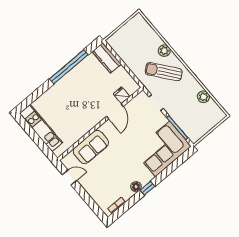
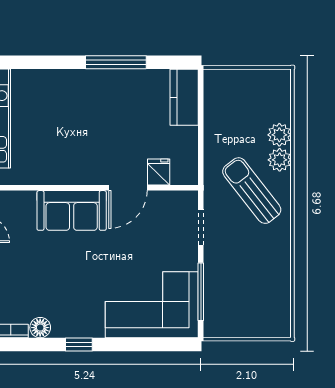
window: (69, 67) -> (116, 62), width x0.68
plant: (203, 97) -> (279, 135), moved
sofa: (91, 147) -> (72, 210), moved
floor lamp: (136, 187) -> (40, 328), moved

